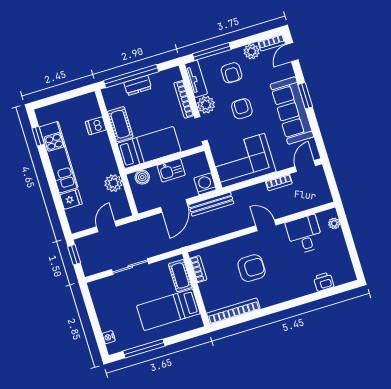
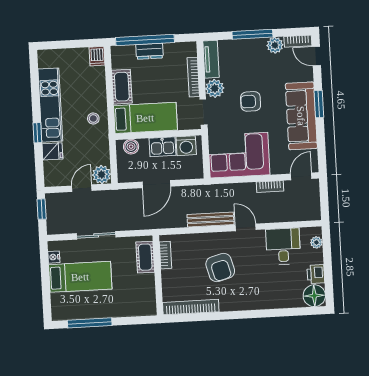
window: (212, 52) -> (252, 34), moved
door: (292, 52) -> (316, 56), hinge flipped
armchair: (232, 73) -> (249, 62), removed
armchair: (242, 109) -> (251, 101), turned -90
dishwasher: (96, 126) -> (97, 56), moved, turned -90
window: (38, 136) -> (37, 133), moved
stool: (101, 160) -> (93, 119), added
plant: (113, 183) -> (102, 175), moved
washing machine: (205, 184) -> (186, 146), moved, turned 180
bench: (211, 204) -> (210, 219), moved
armchair: (251, 268) -> (220, 267), turned 75
floor lamp: (344, 273) -> (314, 296), added
printer: (324, 282) -> (316, 274), moved, turned -90
bed: (168, 310) -> (80, 277), moved, turned 180
nightstand: (109, 337) -> (54, 257), moved

